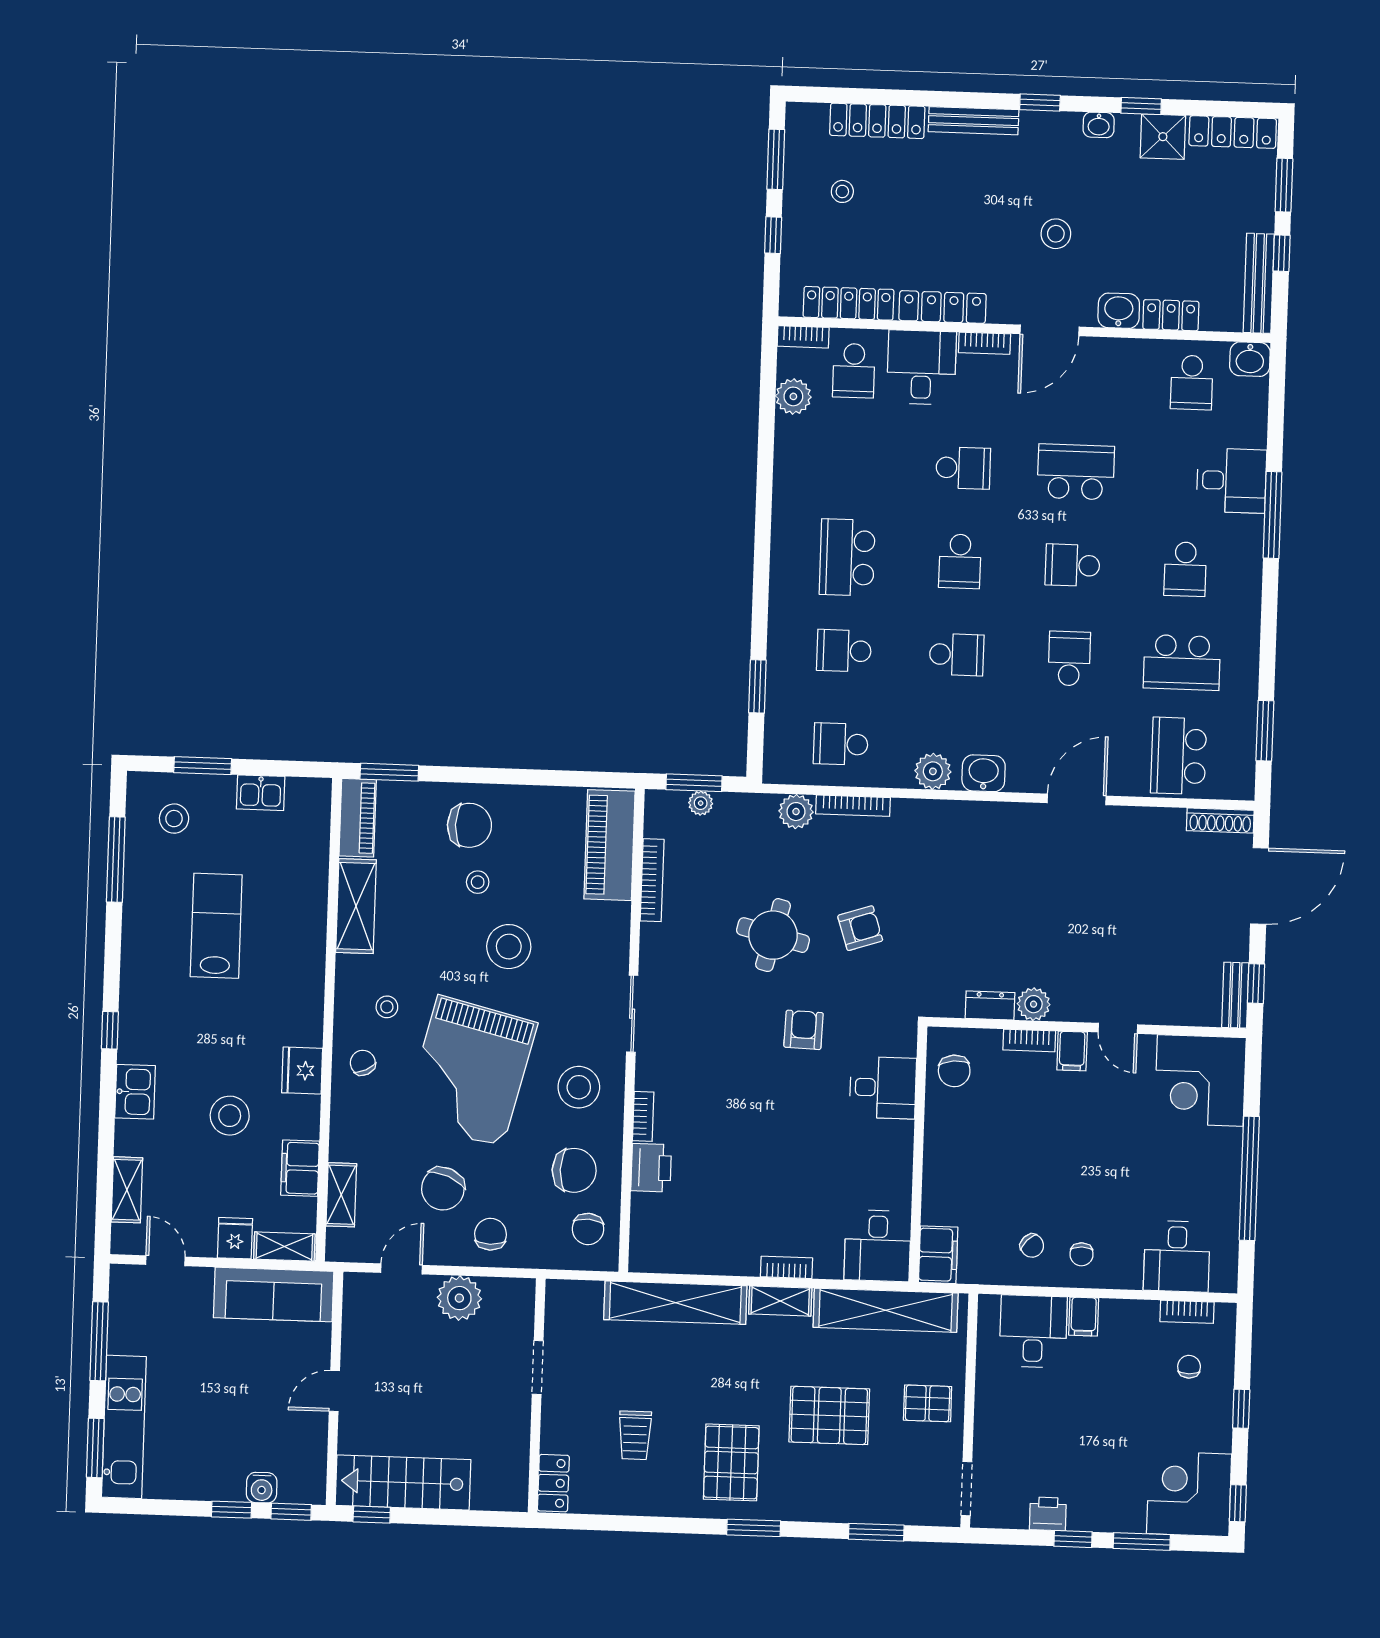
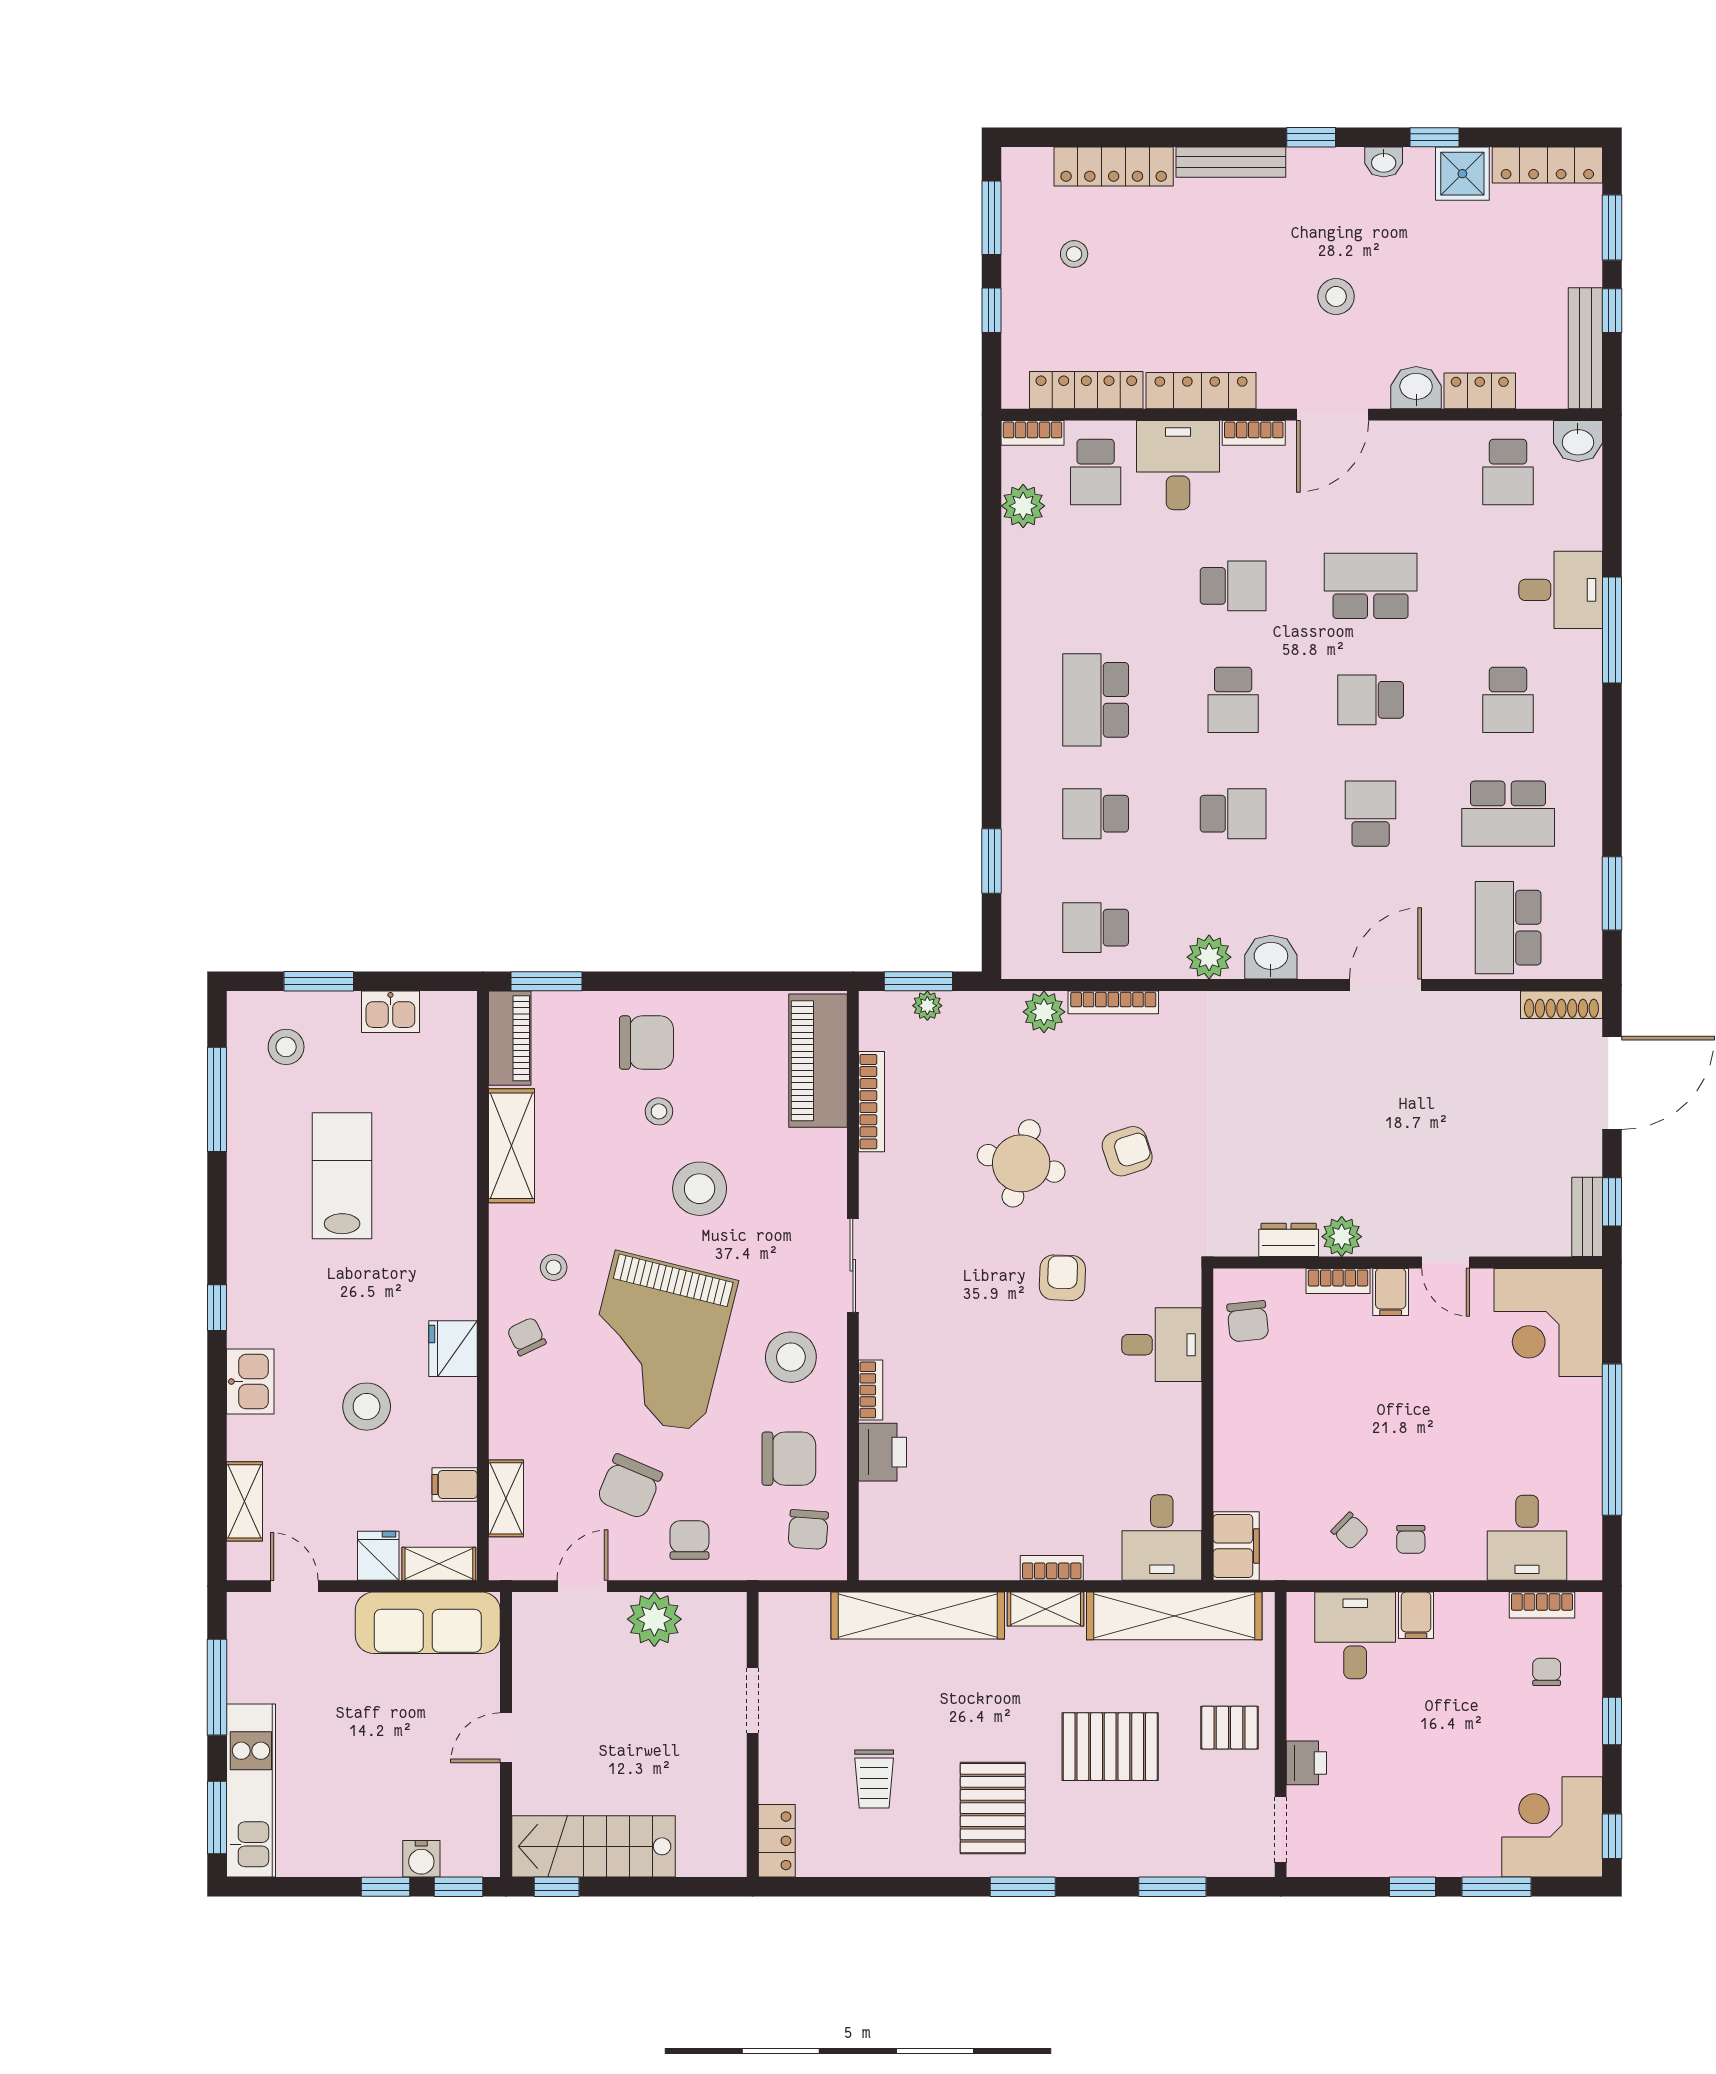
filing cabinet: (300, 1168) -> (455, 1484), width x0.50
printer: (1048, 1514) -> (1306, 1763), moved, turned 90

